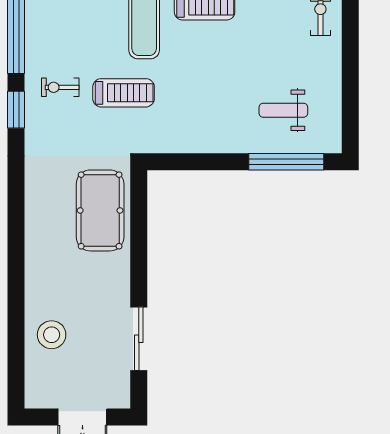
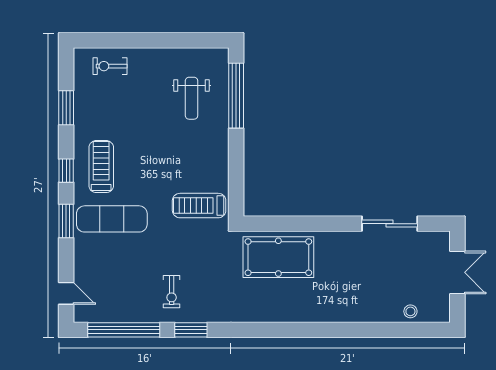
treadmill: (124, 93) -> (199, 206), moved, turned -90
stool: (52, 335) -> (410, 311), moved, width x0.53, depth x0.53

